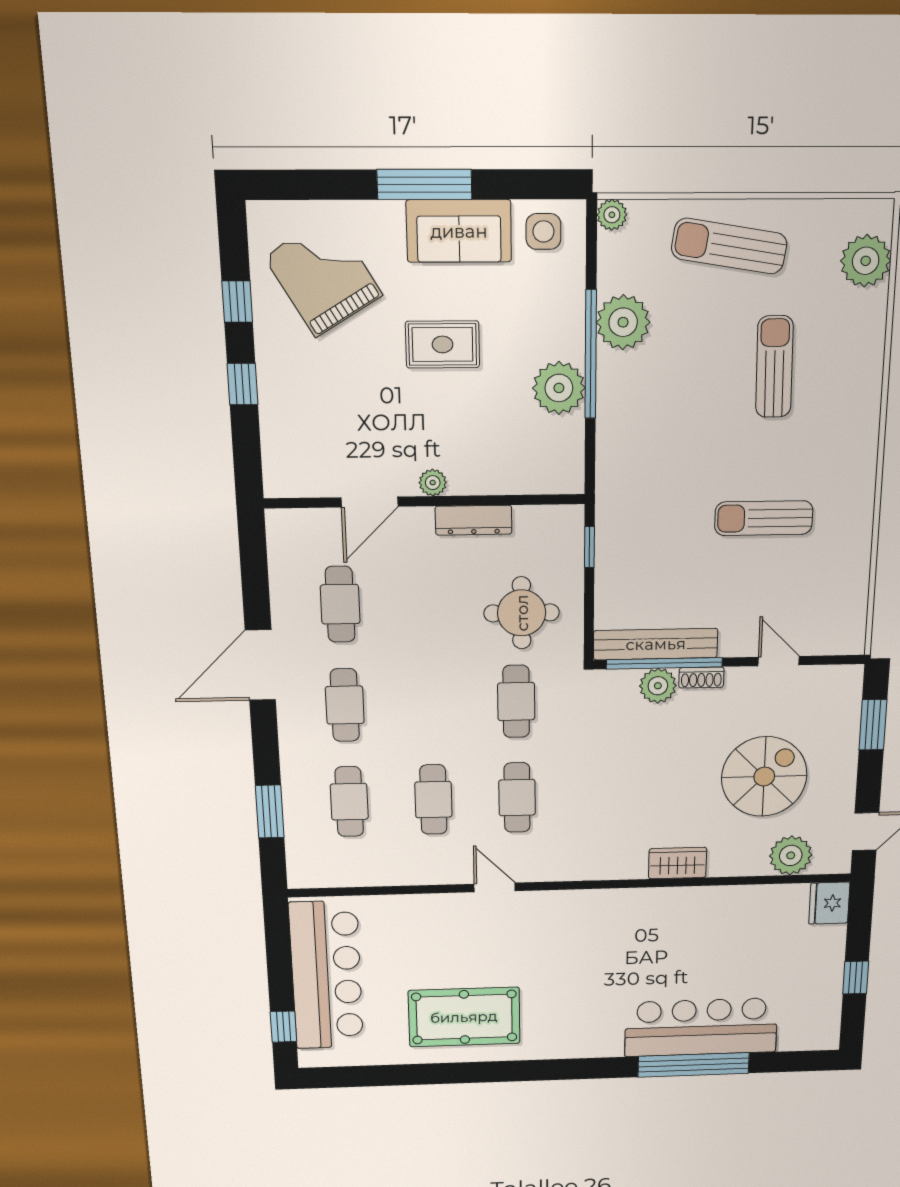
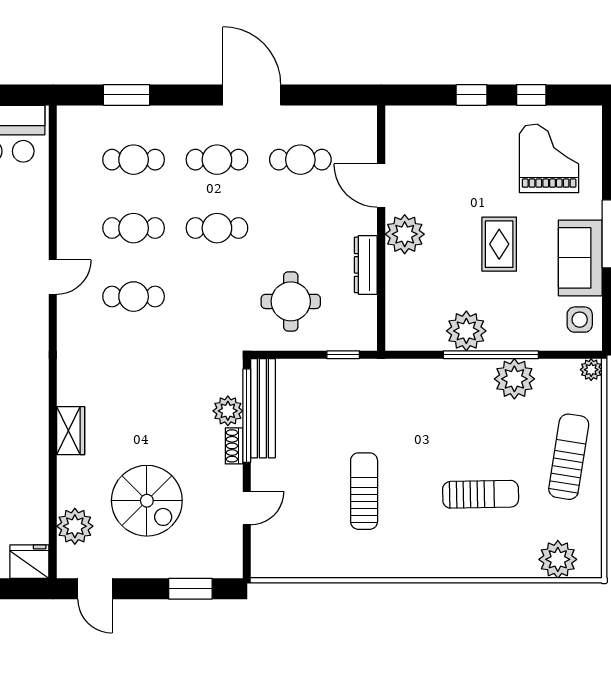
grand piano: (323, 276) -> (549, 158), turned -59
plant: (433, 483) -> (405, 234), width x1.87, depth x1.87
cafe table: (516, 701) -> (217, 228), moved

